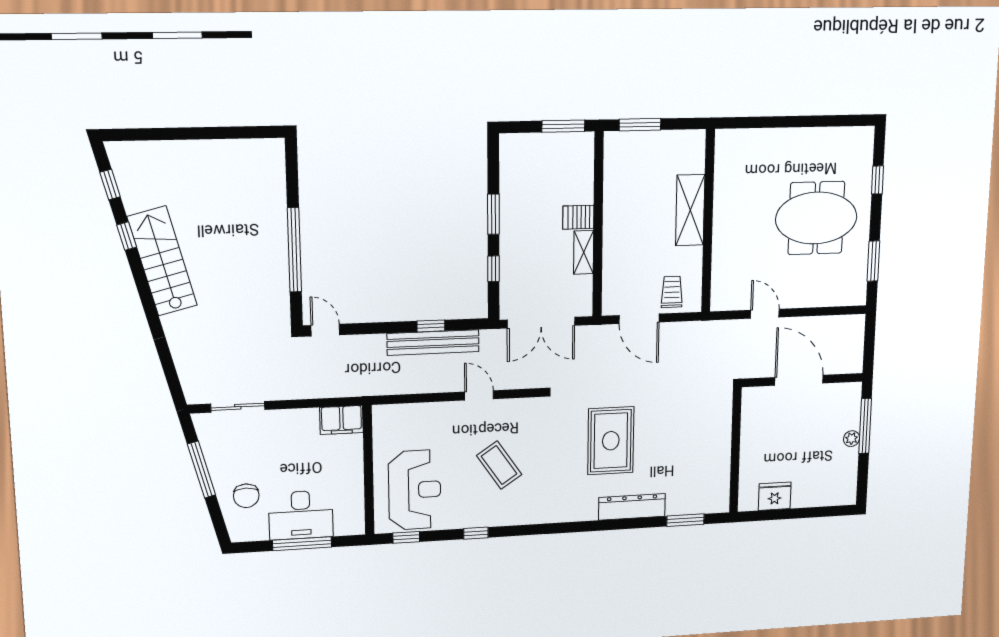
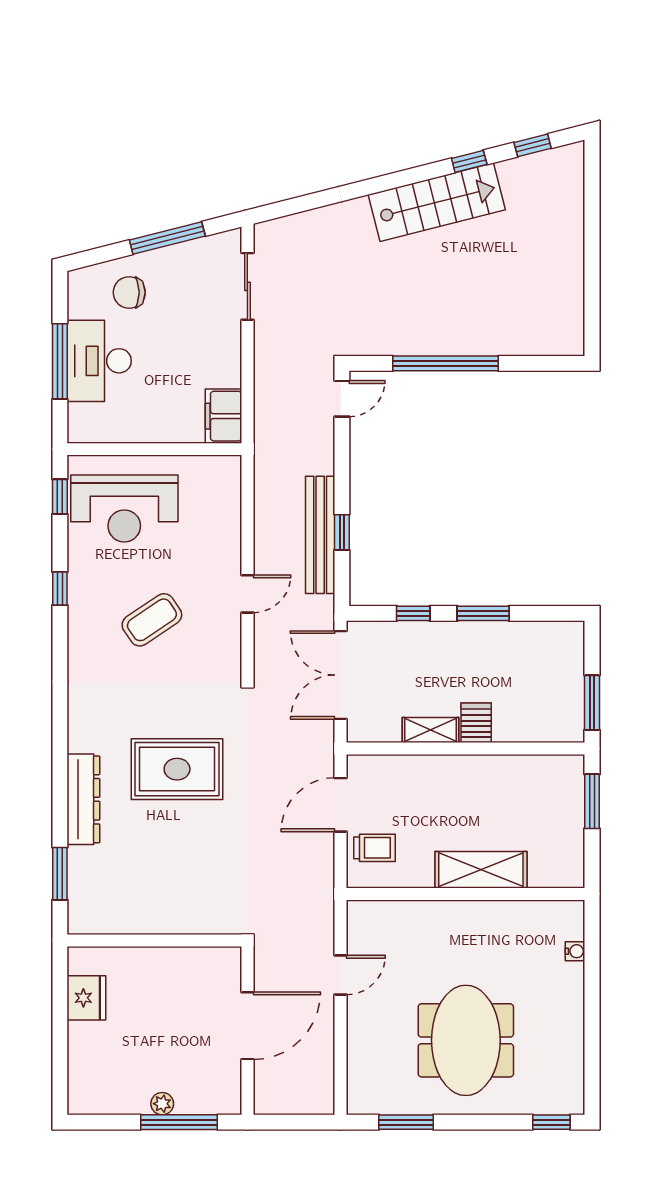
water cooler: (753, 136) -> (575, 951), added
window: (877, 180) -> (551, 1122), moved

